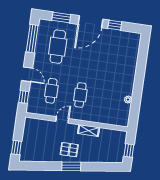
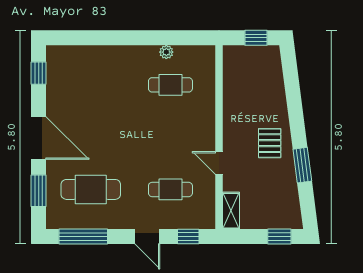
window: (115, 25) -> (39, 73), moved
door: (27, 74) -> (147, 237), swing flipped
cafe table: (80, 95) -> (170, 85), moved
shelving: (89, 131) -> (231, 211), moved
window: (71, 166) -> (302, 165), moved

